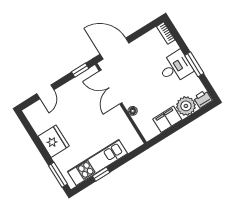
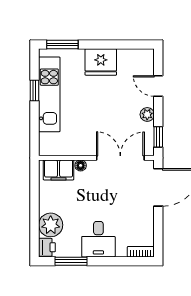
window: (194, 64) -> (71, 261), moved
plant: (70, 87) -> (147, 114), added
filing cabinet: (167, 119) -> (59, 170), moved, turned 90

